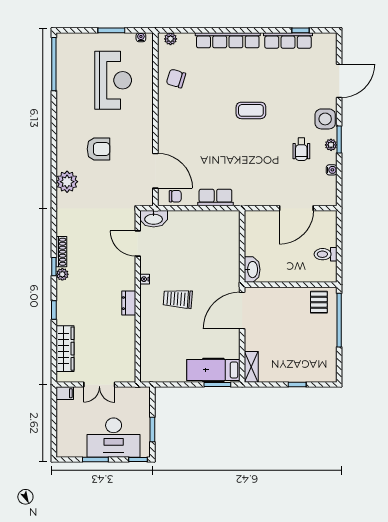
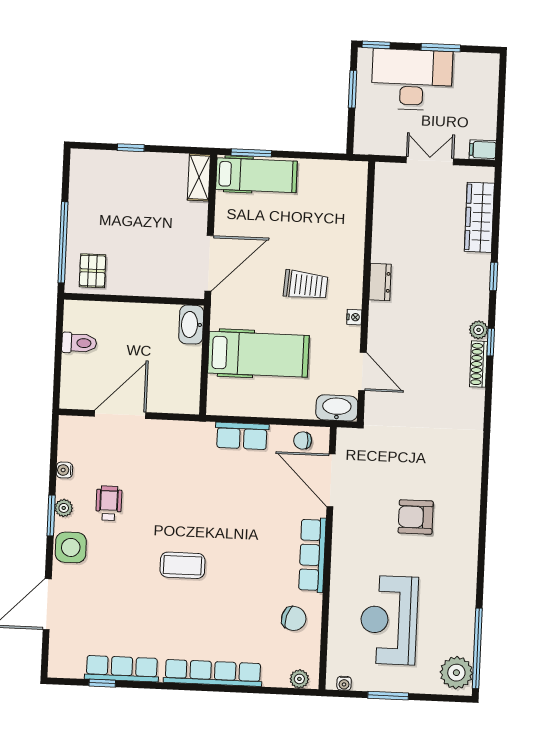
row of seats: (166, 121) -> (312, 555), added
plant: (67, 182) -> (456, 673), moved
hospital bed: (207, 252) -> (258, 354), added

